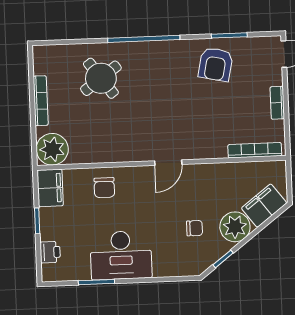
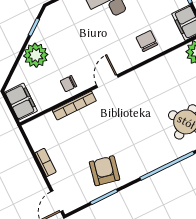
bookcase: (255, 150) -> (74, 106), moved
filing cabinet: (264, 206) -> (21, 102), moved, turned -53
chair: (195, 228) -> (69, 84), moved

